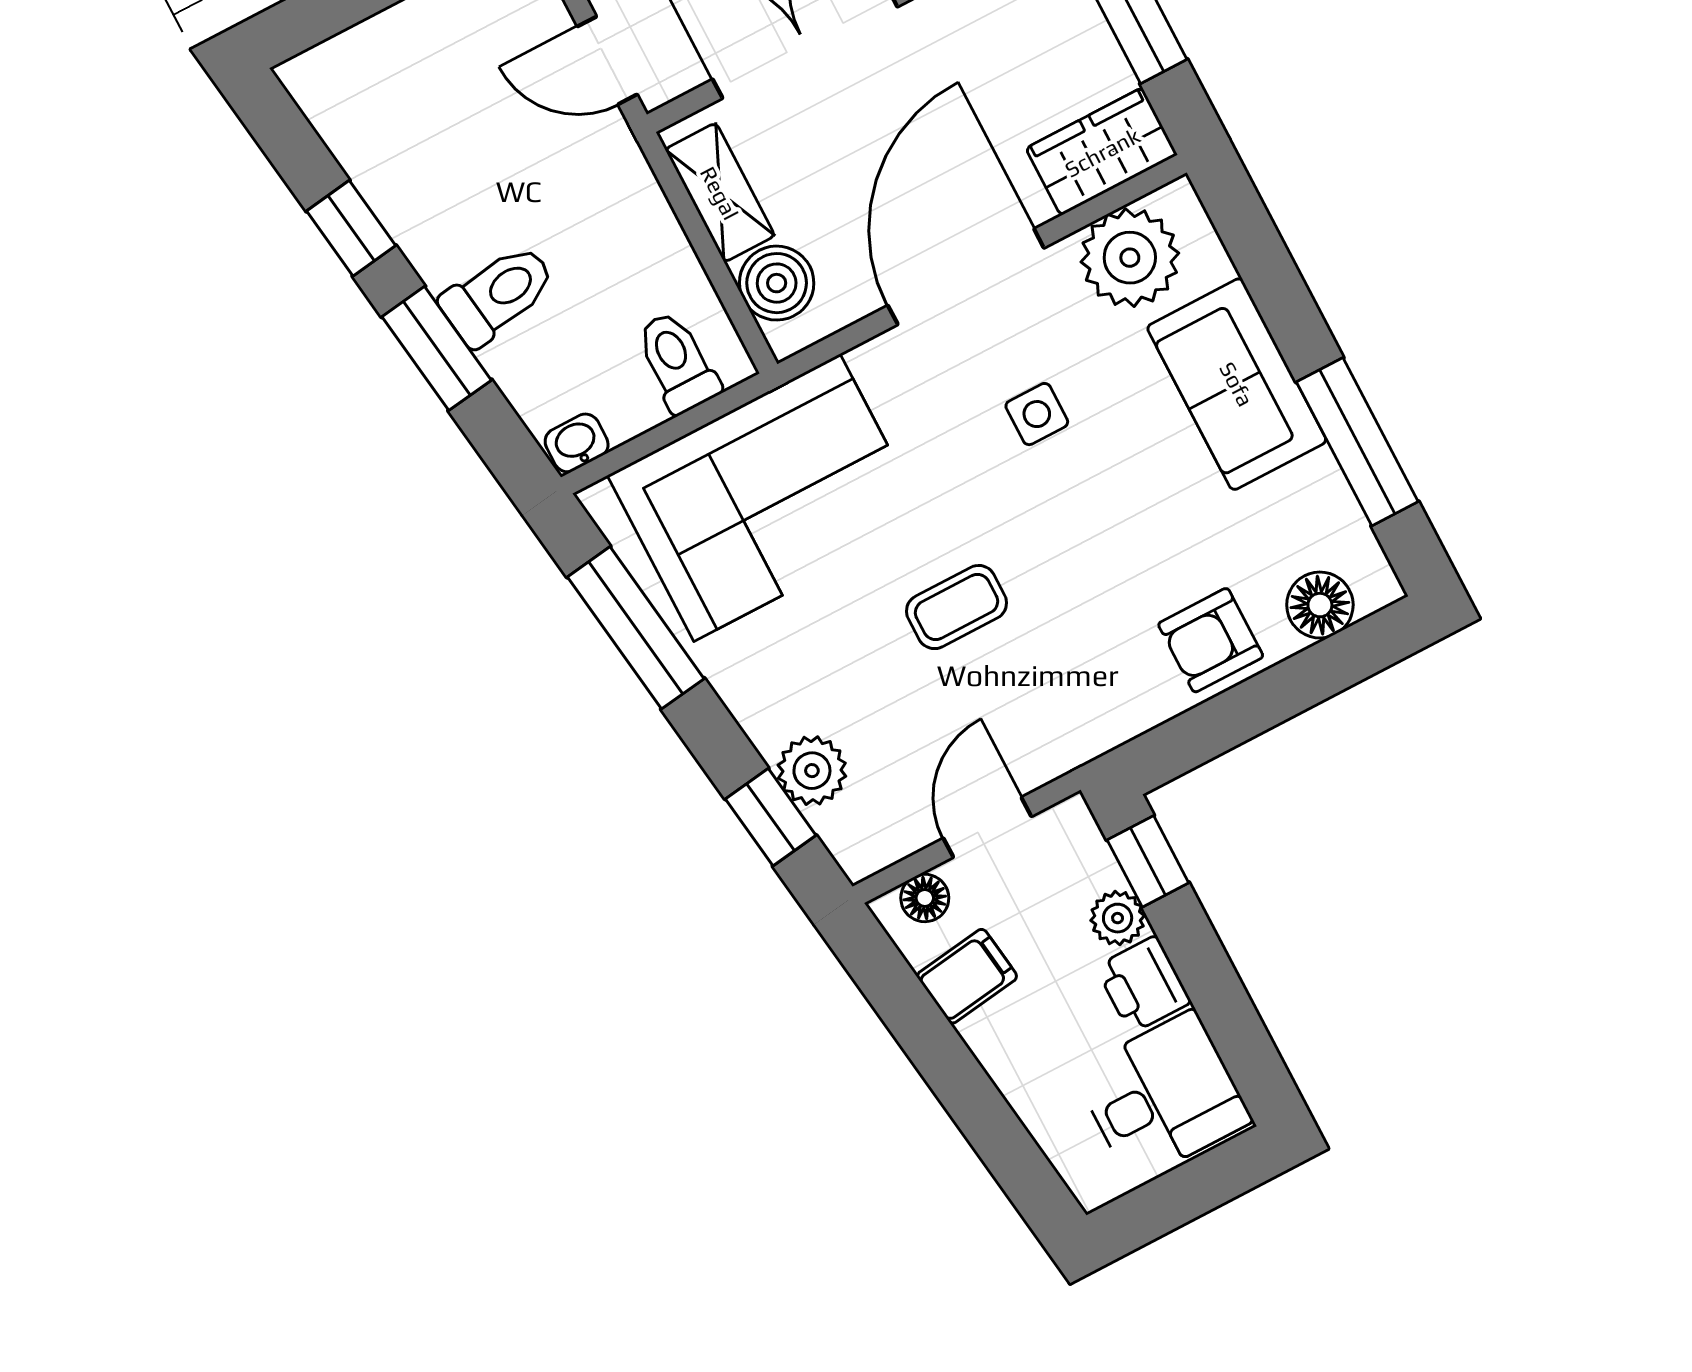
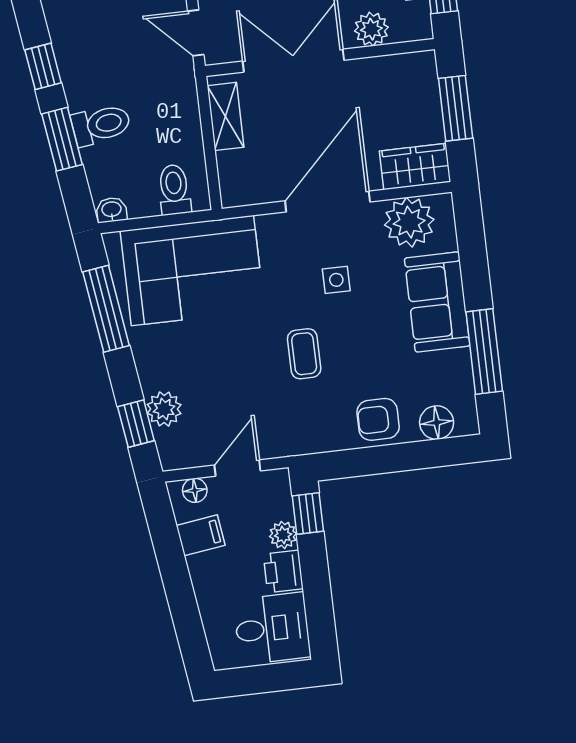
boiler: (777, 283) -> (236, 170), removed
coffee table: (957, 607) -> (304, 354), moved, turned 90

